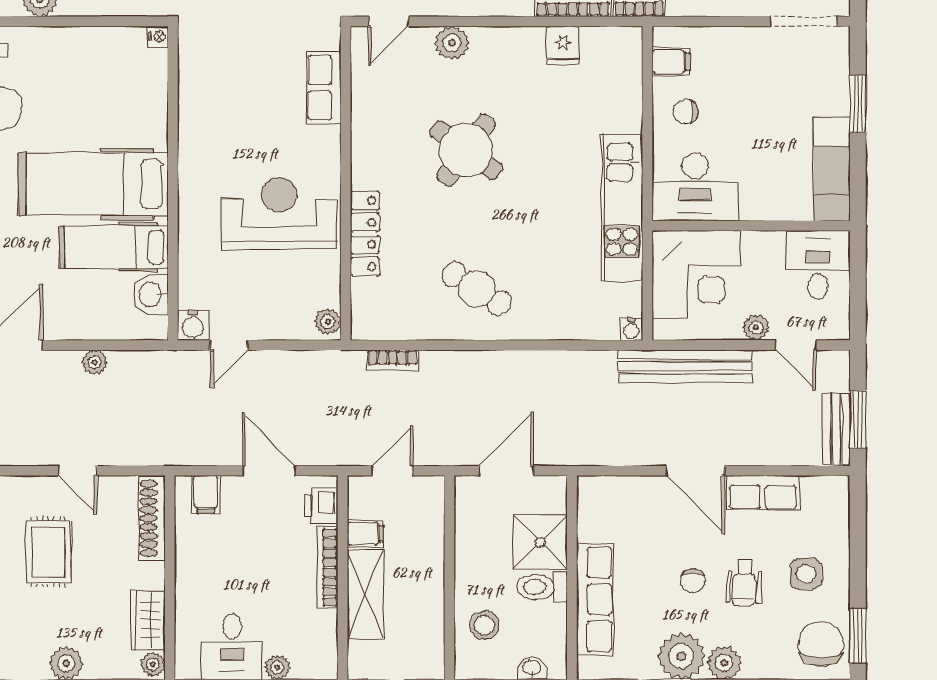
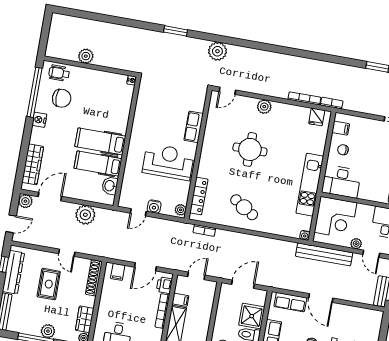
plant: (452, 43) -> (264, 107), moved
fridge: (563, 45) -> (317, 117), moved
row of seats: (324, 88) -> (194, 127), moved
round table: (466, 150) -> (250, 149), turned -36
hospital bed: (93, 184) -> (100, 141), width x0.73, depth x0.78
locker: (365, 234) -> (199, 196), moved
water cooler: (193, 325) -> (154, 207), moved
plant: (94, 362) -> (85, 215), width x1.88, depth x1.88
door: (269, 471) -> (145, 267), swing flipped
row of seats: (763, 493) -> (290, 302), moved

